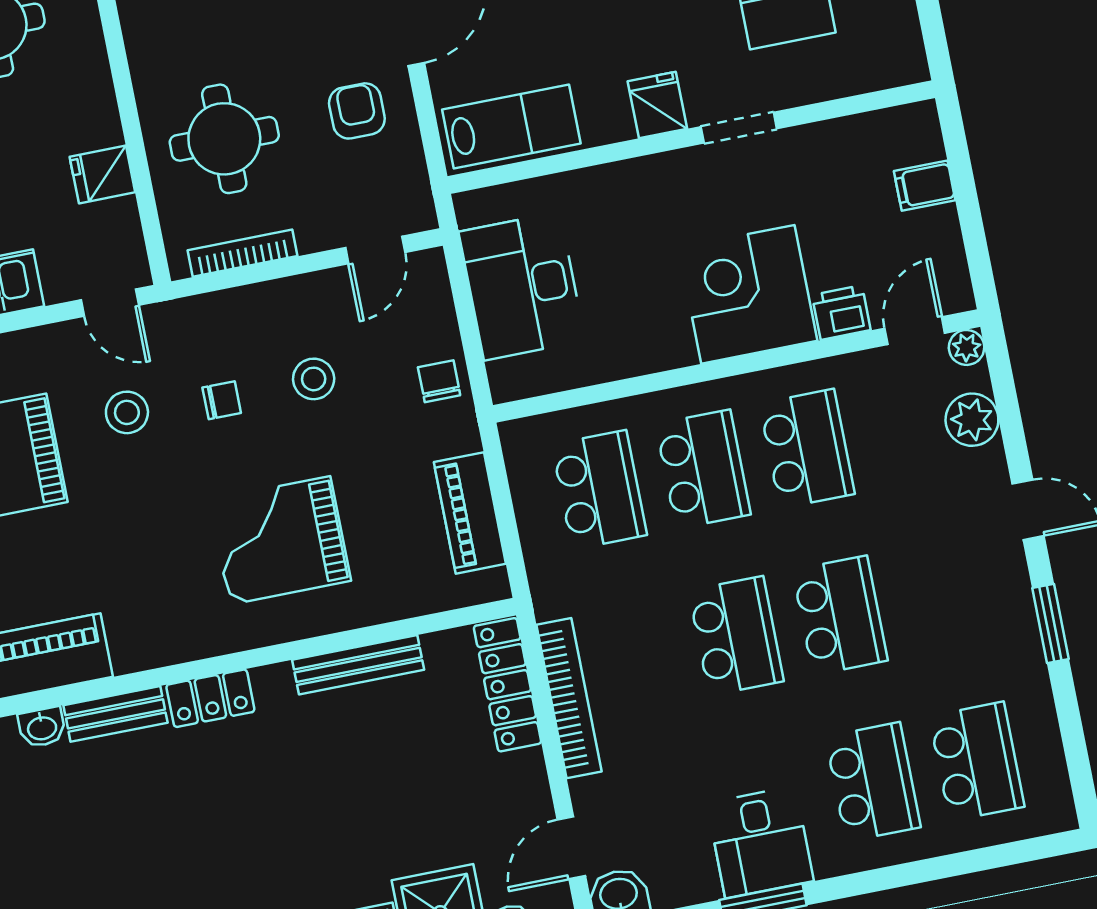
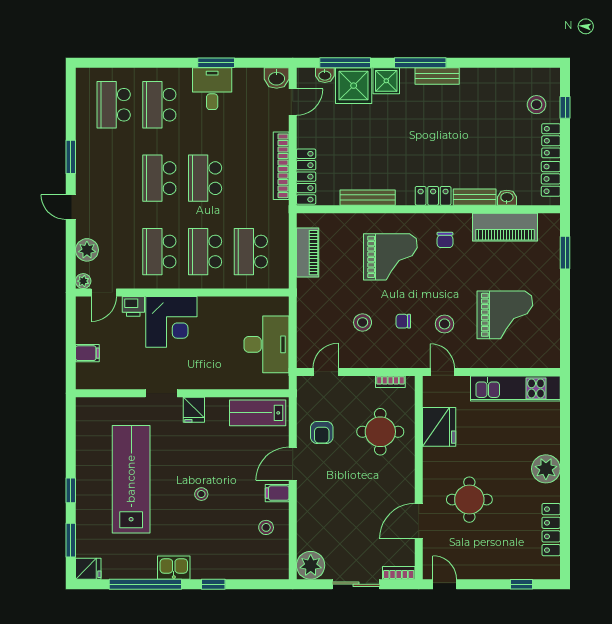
fridge: (102, 175) -> (439, 427), width x1.88, depth x1.34
bookcase: (242, 253) -> (390, 382), width x0.64
chair: (439, 381) -> (445, 240), moved

